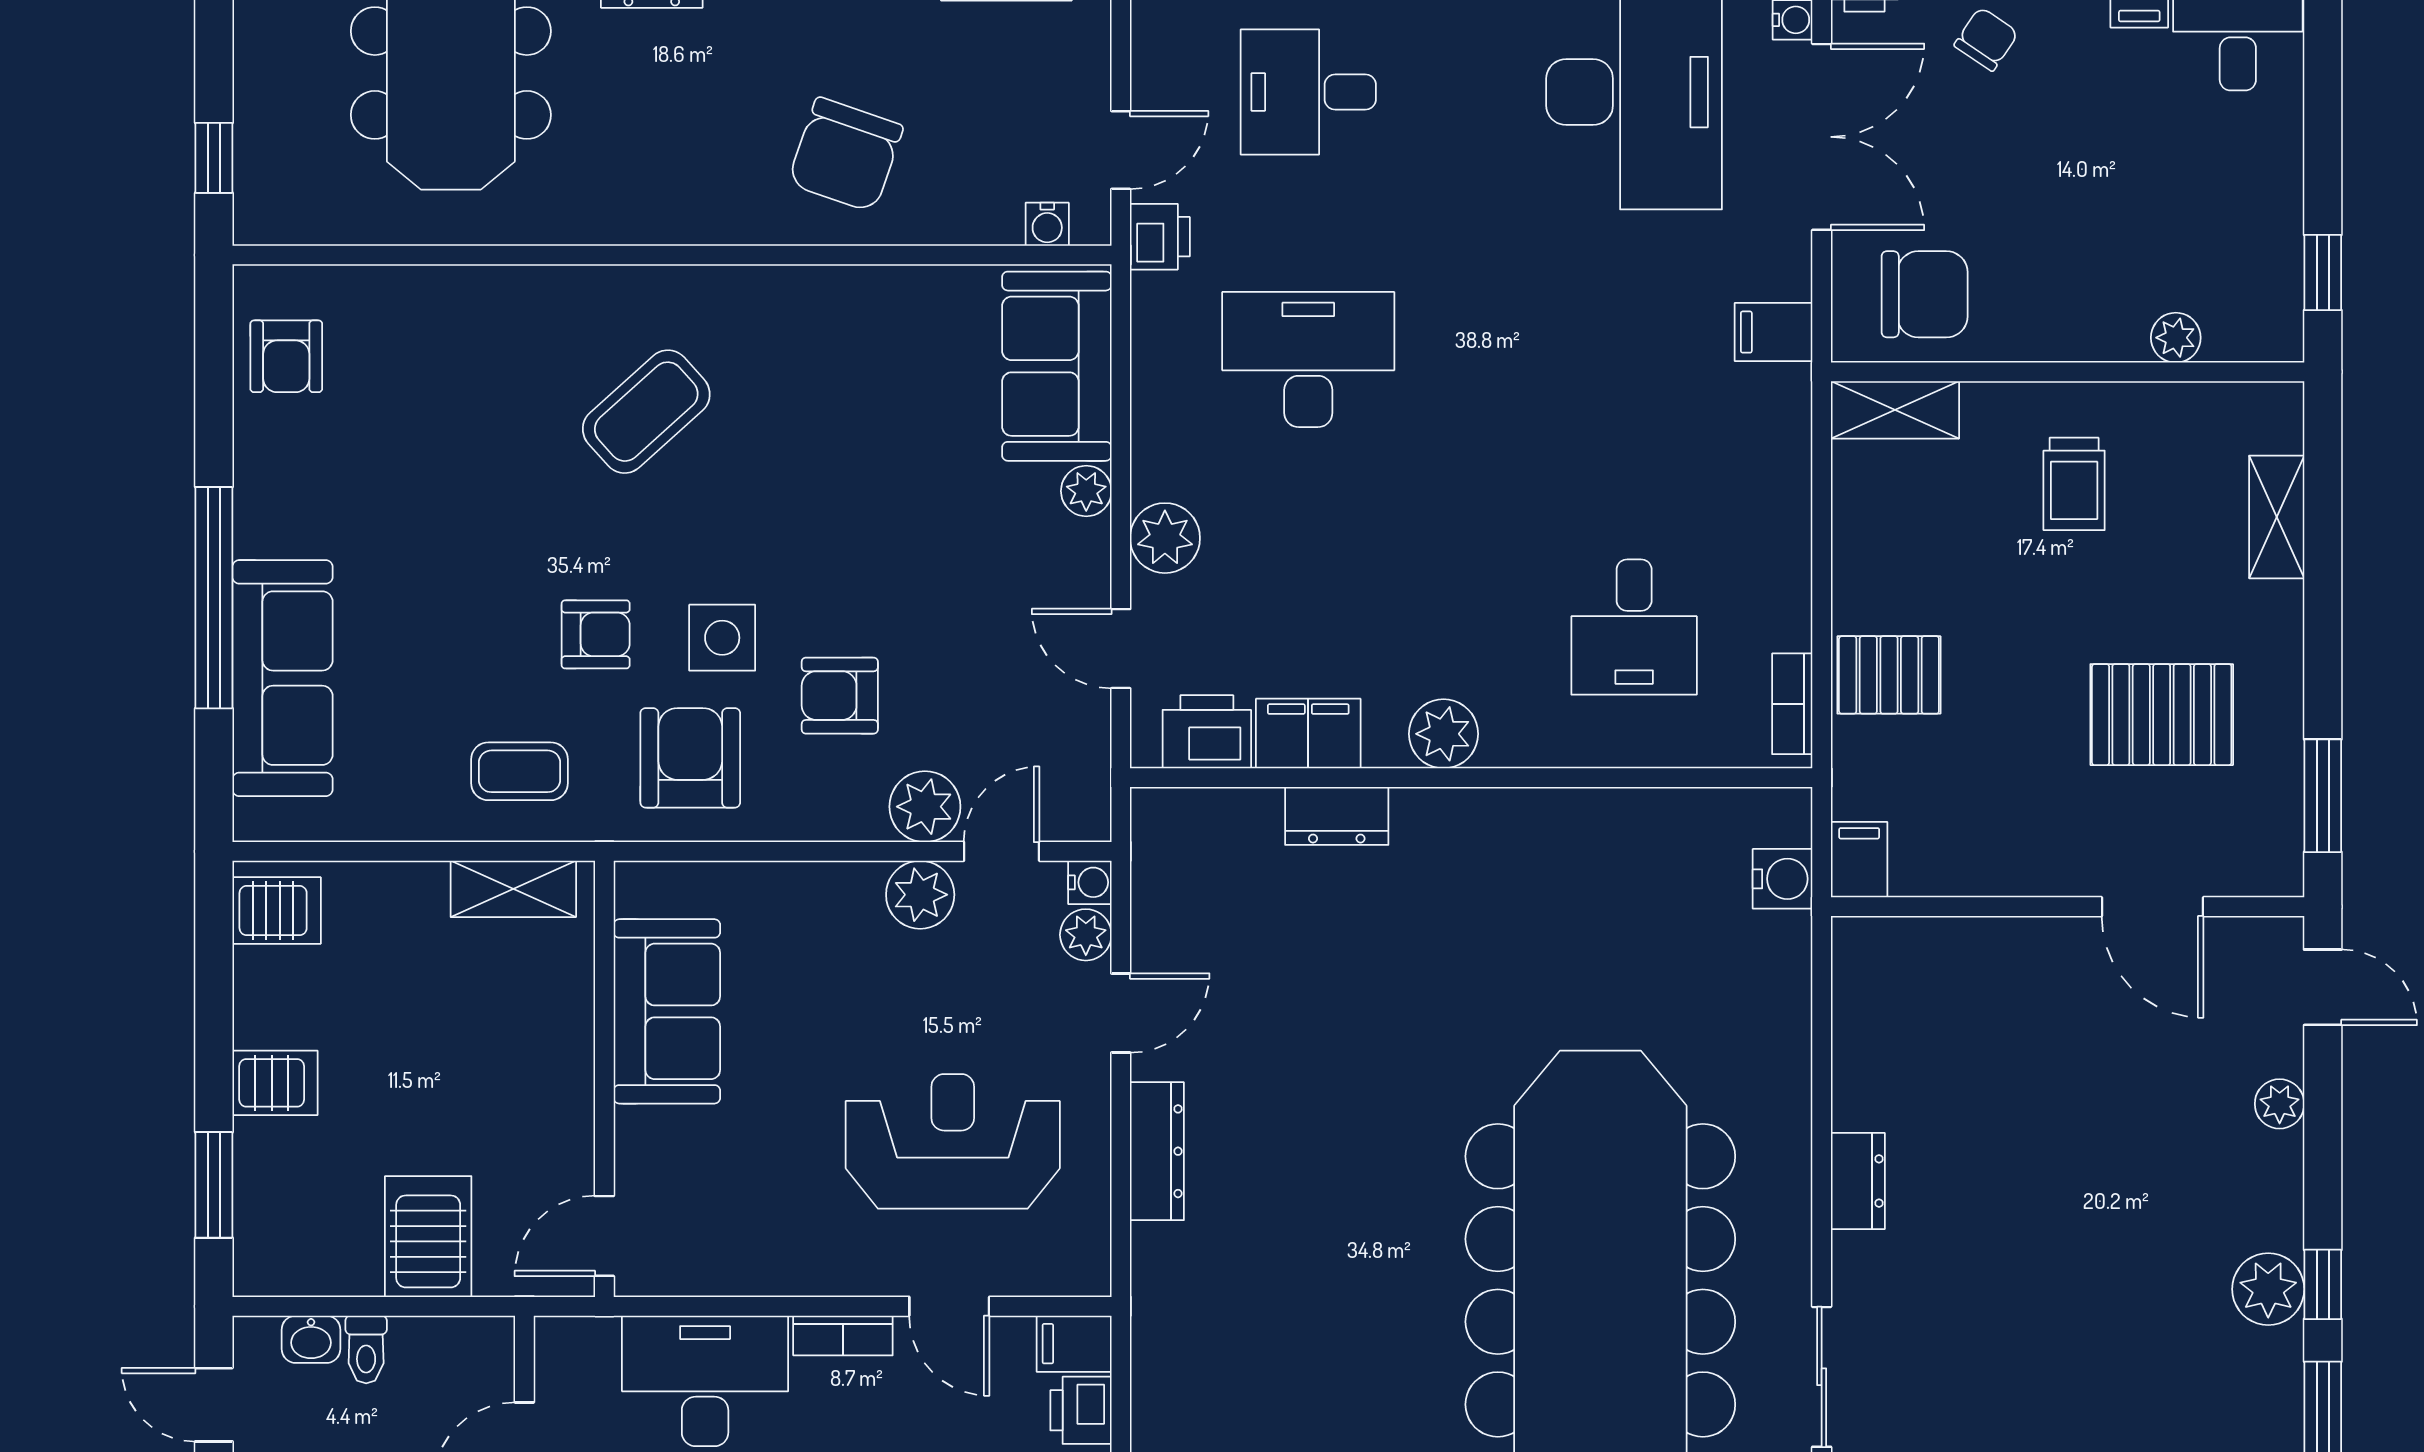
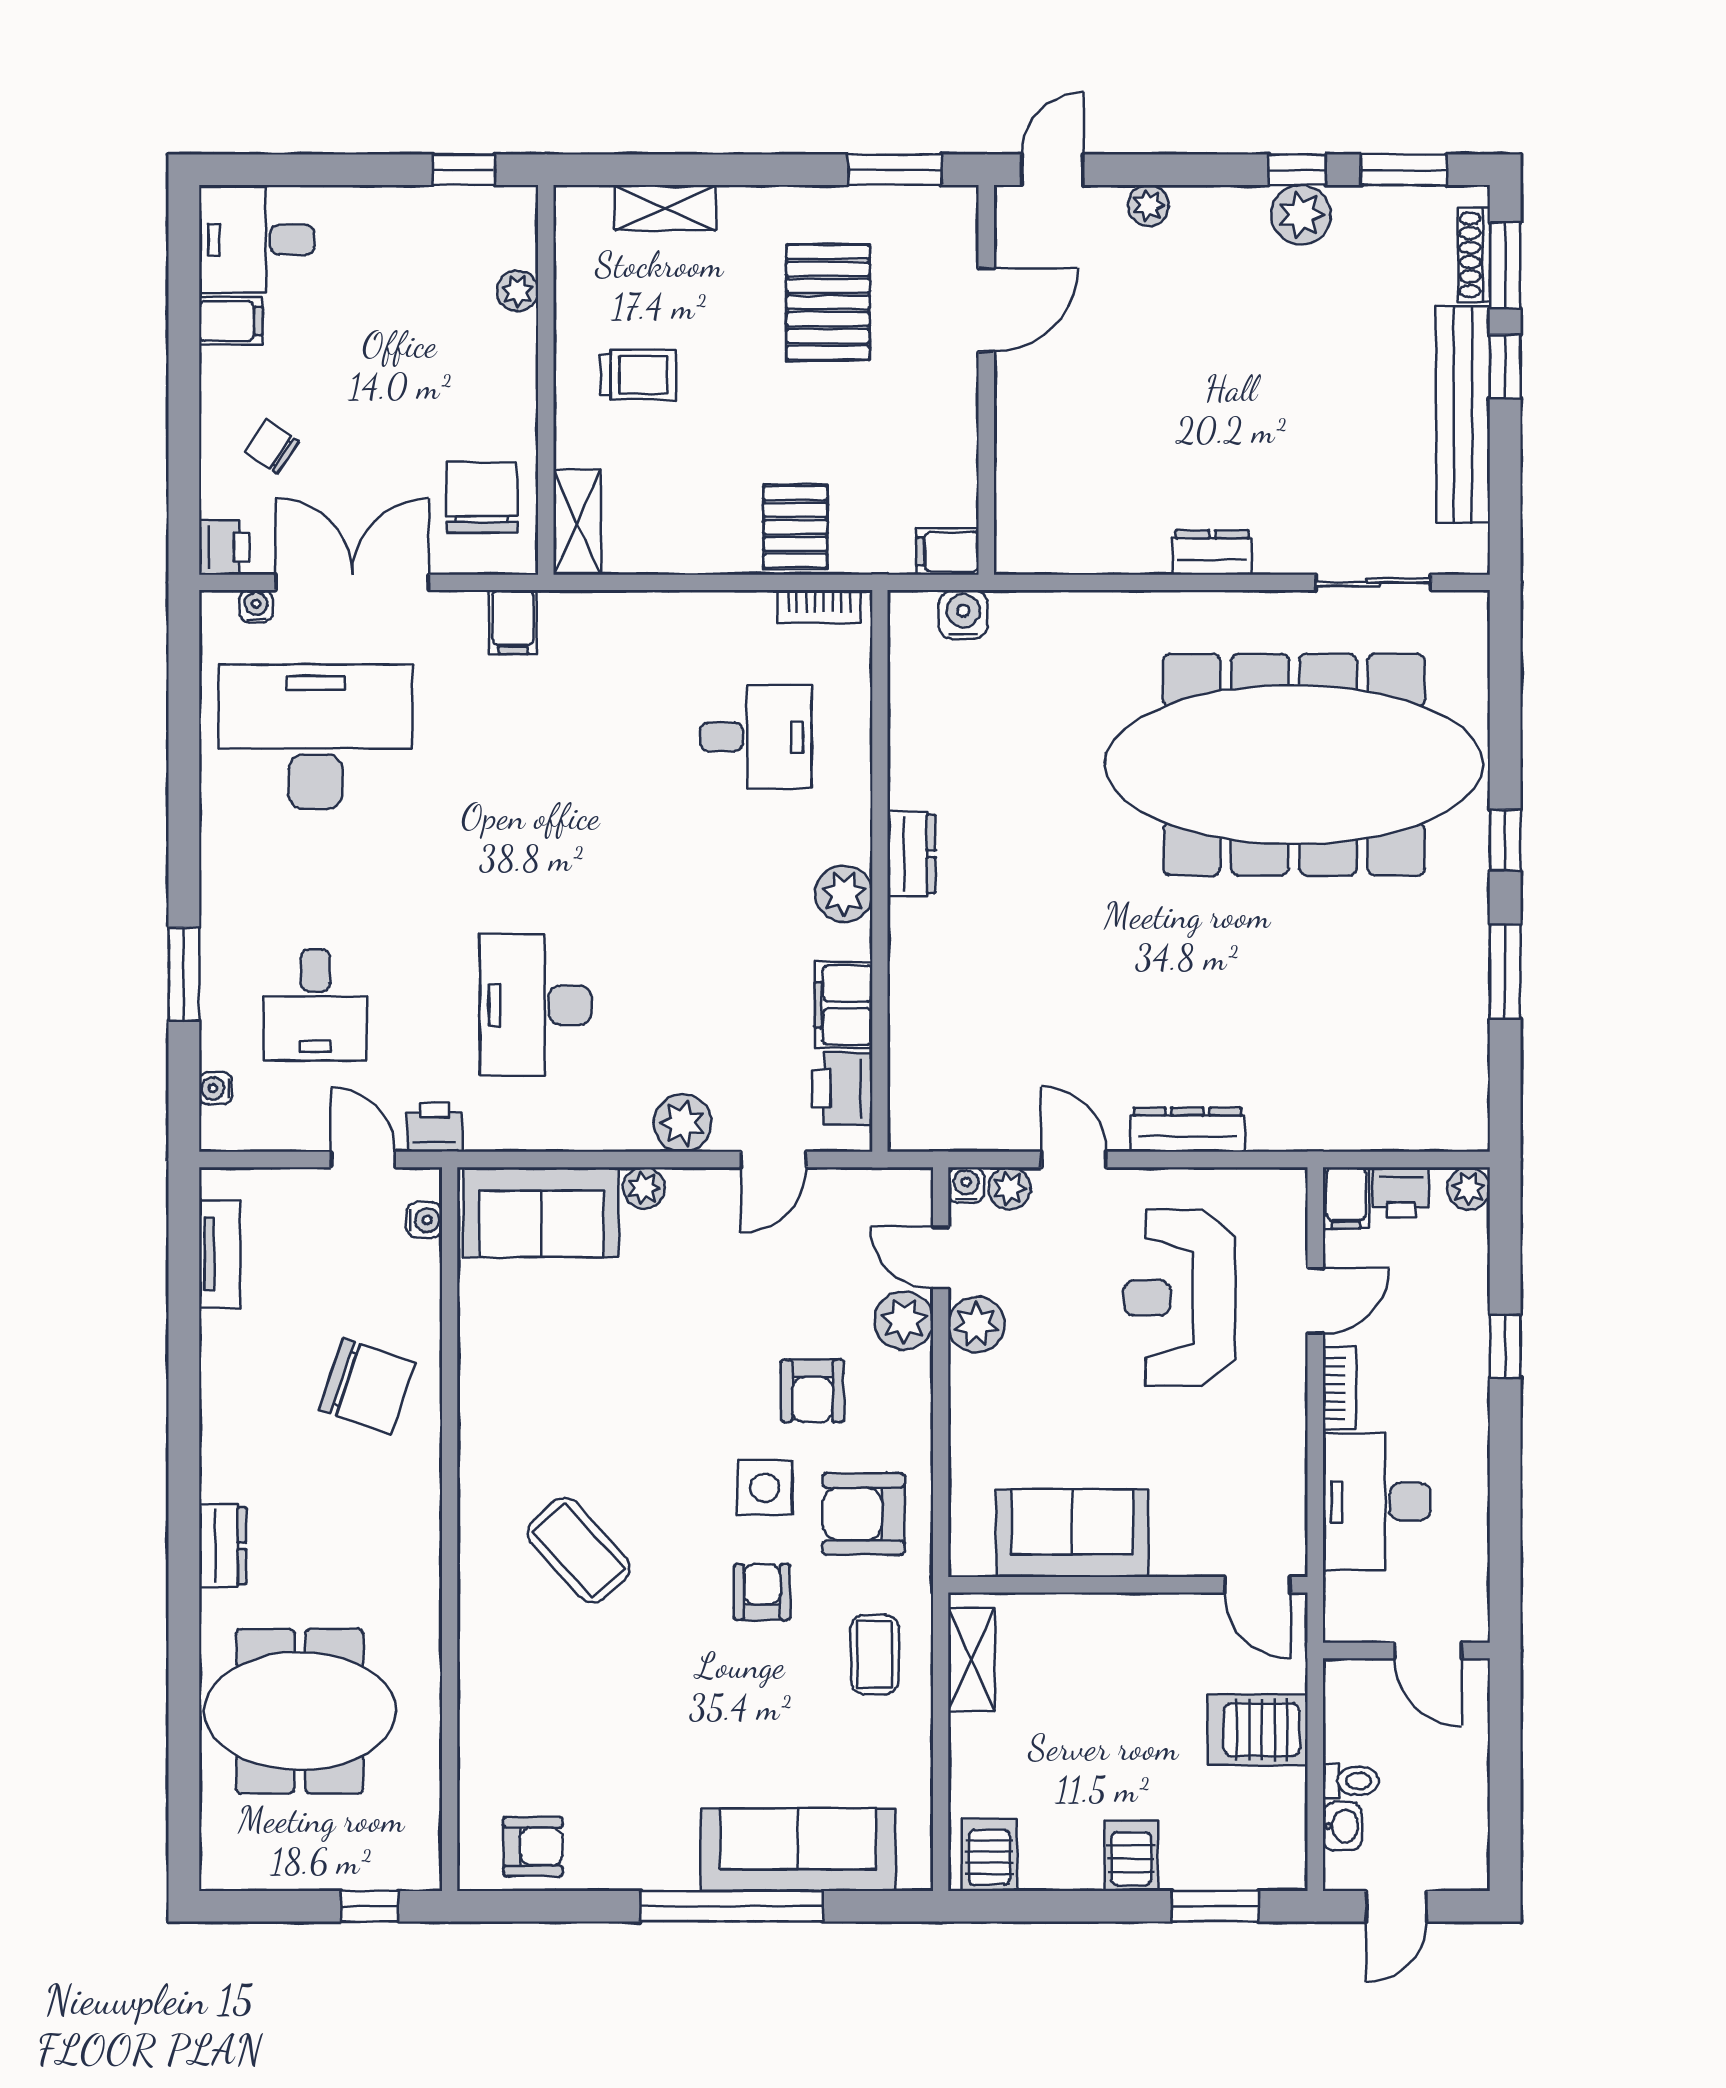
dresser: (1337, 816) -> (911, 854), moved

